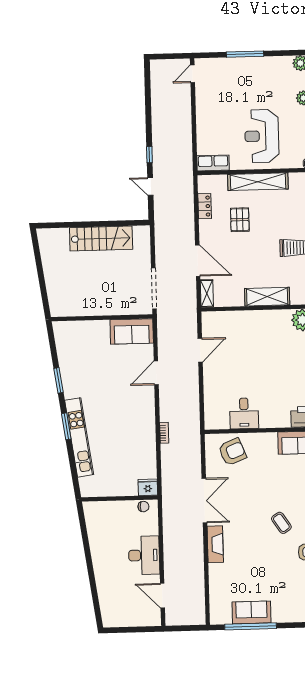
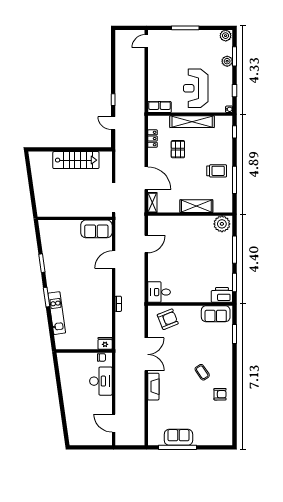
desk: (244, 413) -> (159, 292), moved, turned 90
kitchen unit: (79, 437) -> (57, 313), width x0.73
desk: (144, 555) -> (101, 381), moved

